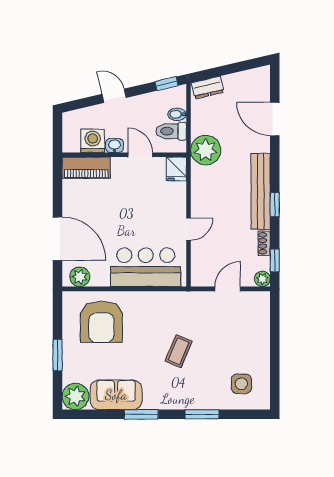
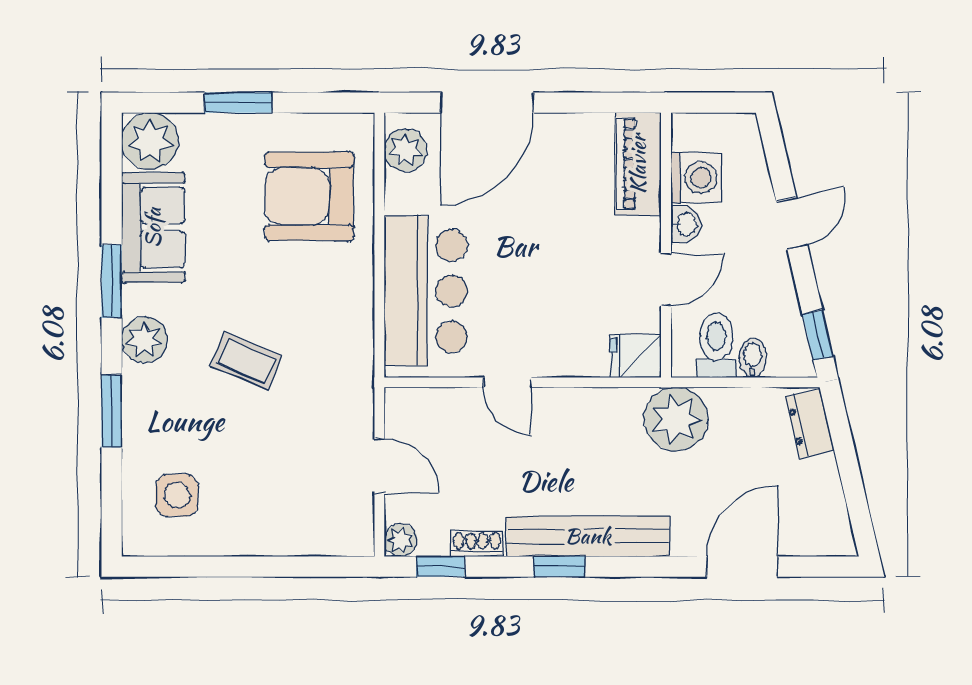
plant: (169, 399) -> (144, 340), added

